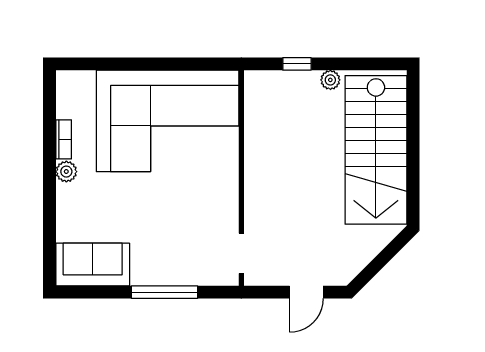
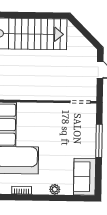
plant: (66, 172) -> (55, 189), moved

